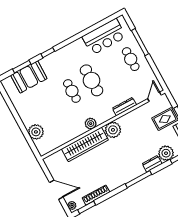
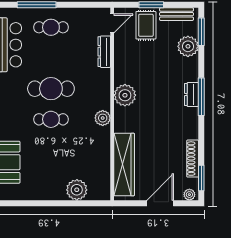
door: (154, 97) -> (112, 23), swing flipped
dresser: (124, 107) -> (104, 52), moved
wardrobe: (85, 144) -> (124, 164), moved
dresser: (152, 164) -> (192, 95), moved

